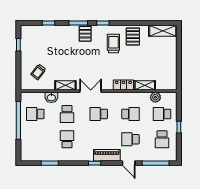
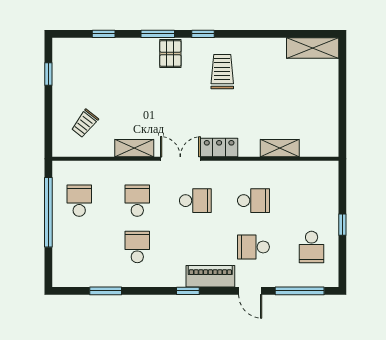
pallet: (133, 36) -> (258, 59), removed
locker: (123, 85) -> (219, 147), moved
washbasin: (51, 97) -> (108, 170), removed
plant: (155, 97) -> (299, 170), removed
school desk: (35, 114) -> (79, 201), turned 90
school desk: (67, 114) -> (137, 201), turned 180
school desk: (99, 114) -> (195, 201), turned 180
school desk: (162, 114) -> (312, 201), removed

